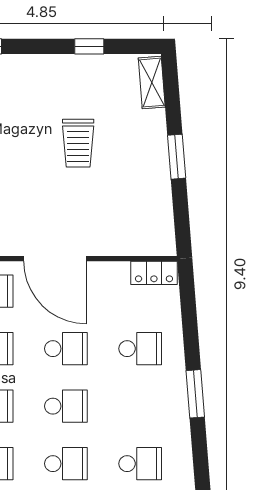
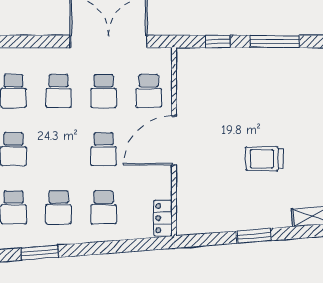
window: (195, 394) -> (40, 253), moved
school desk: (66, 406) -> (59, 207), moved

